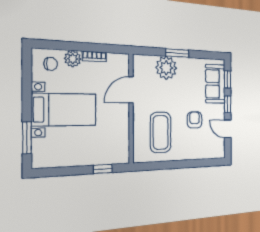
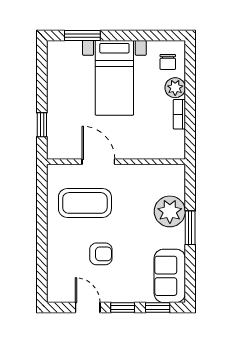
sofa: (215, 84) -> (170, 276), moved, turned -90
door: (131, 90) -> (98, 162), moved
door: (228, 129) -> (88, 307), hinge flipped

